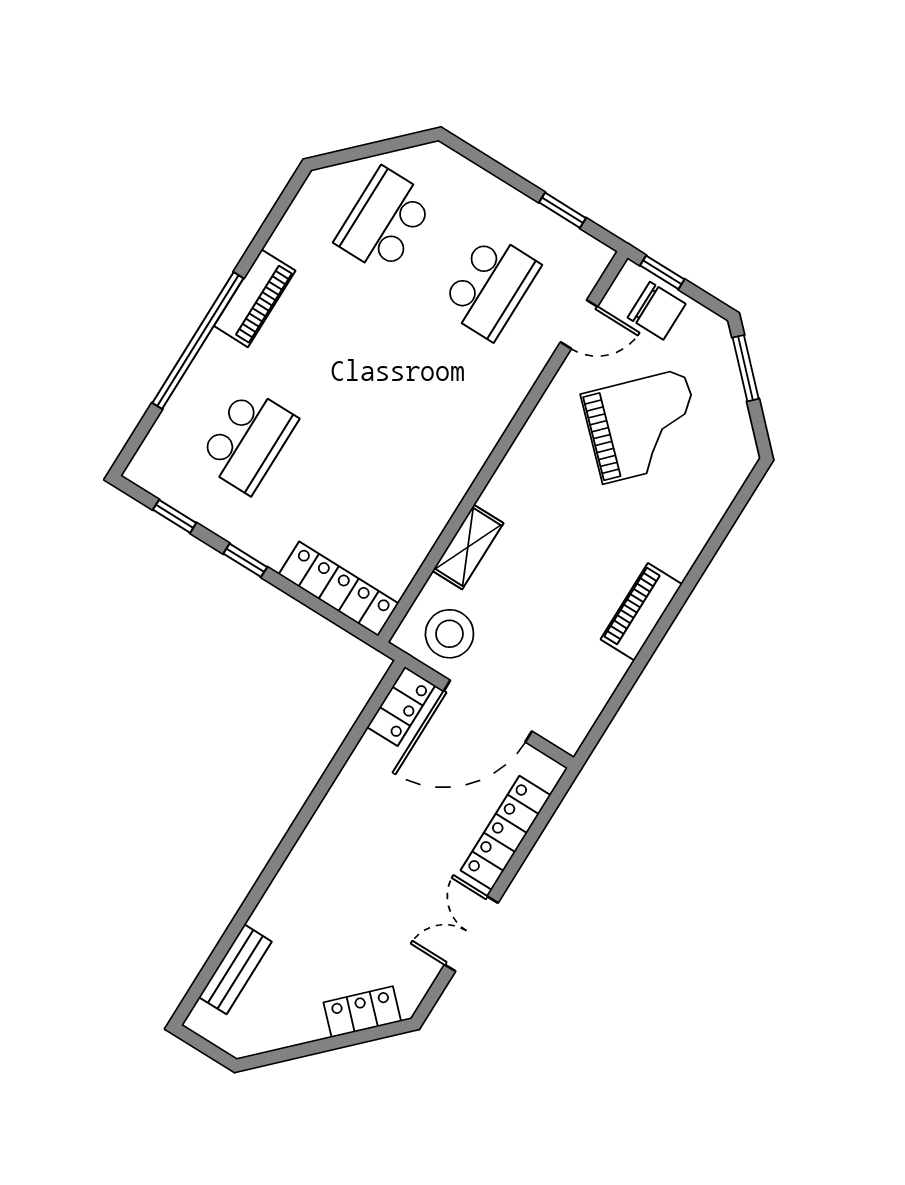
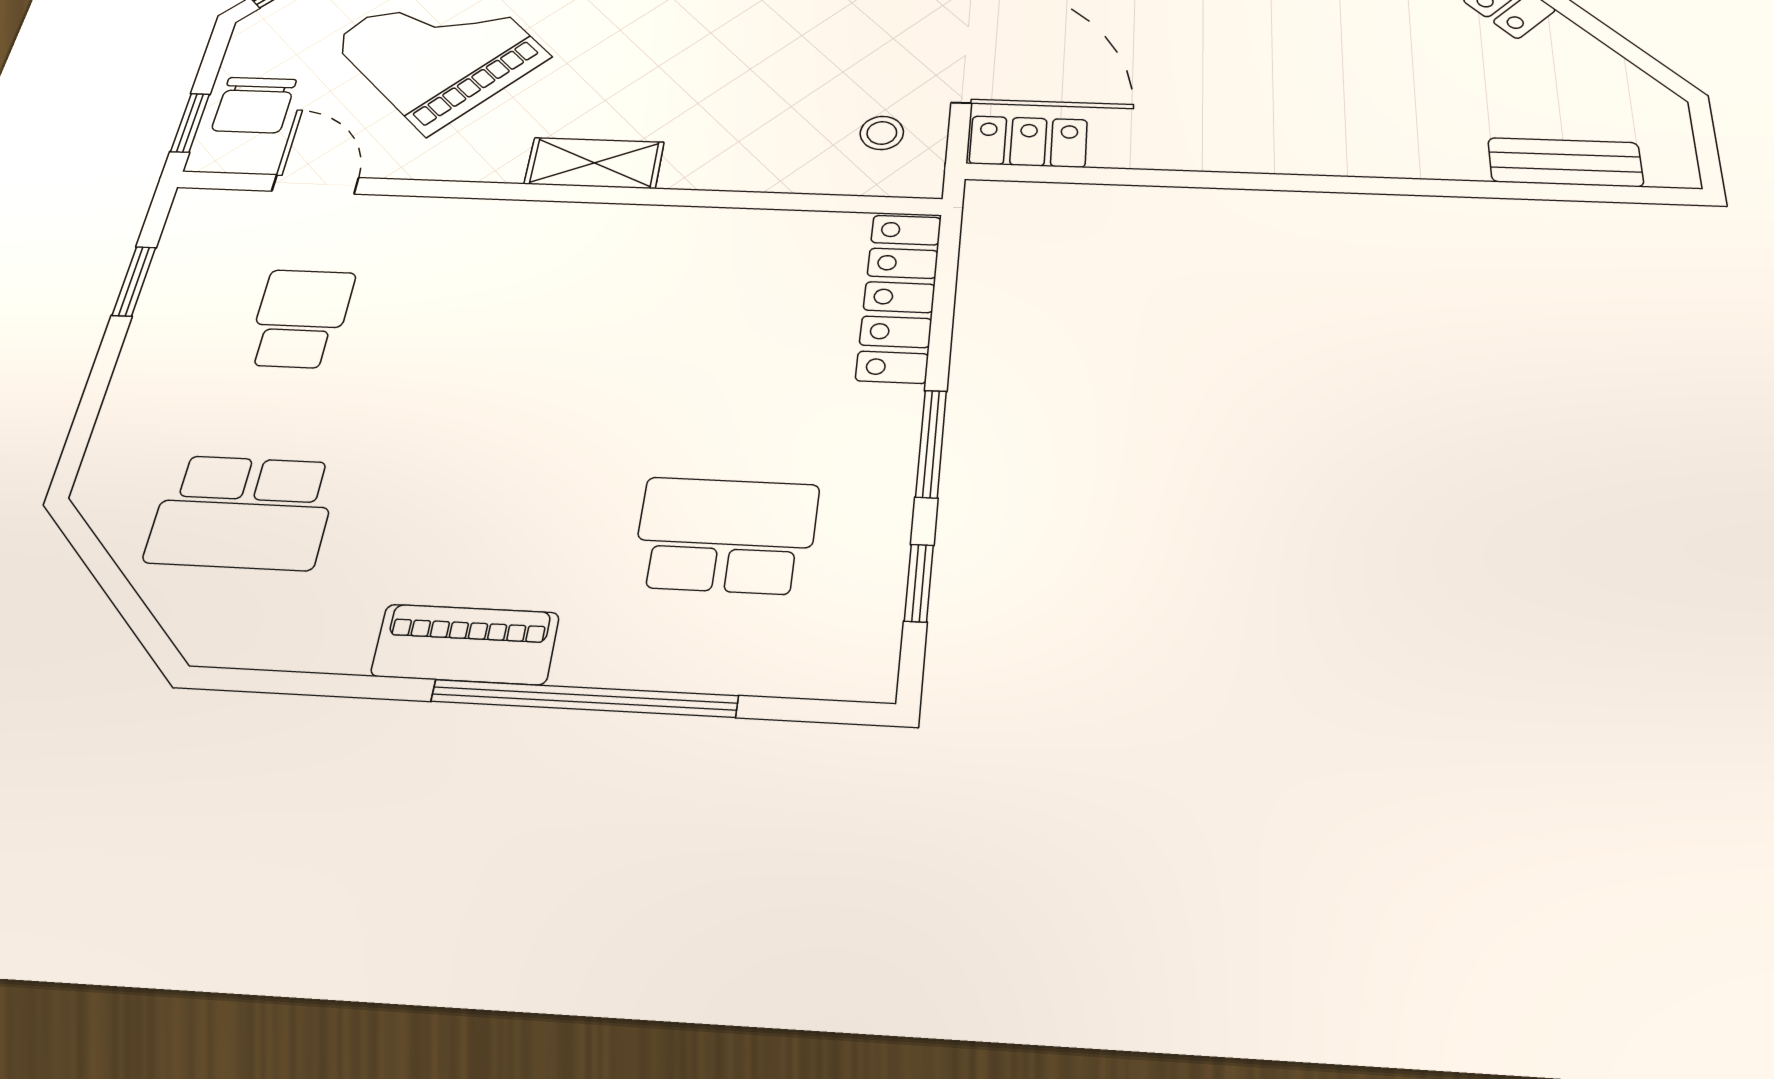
school desk: (490, 287) -> (300, 319), width x0.54
chair: (657, 311) -> (254, 105), turned 180
shelving: (468, 547) -> (594, 163), moved
window: (245, 560) -> (931, 444), width x1.50
stool: (449, 634) -> (882, 133), width x0.53, depth x0.53

